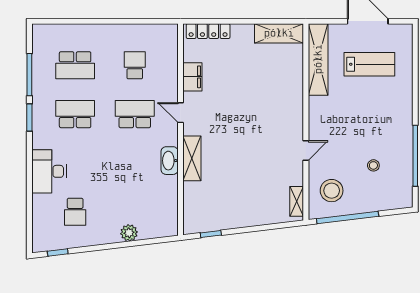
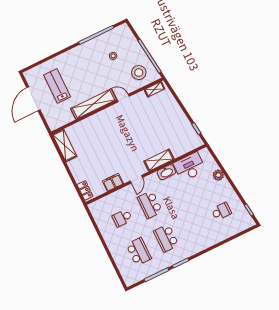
locker: (208, 31) -> (85, 190), width x0.66
shelving: (318, 59) -> (93, 104), moved
desk: (49, 171) -> (190, 167), moved, turned 180

